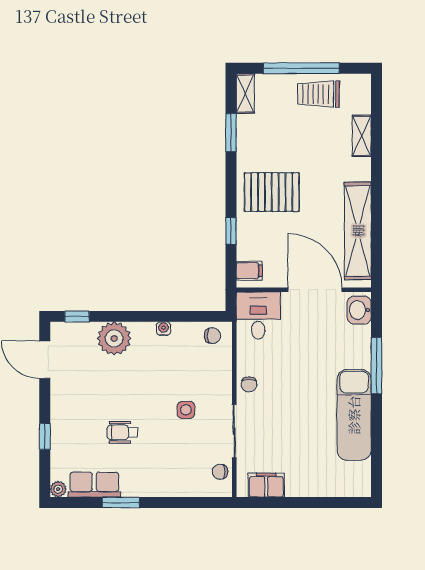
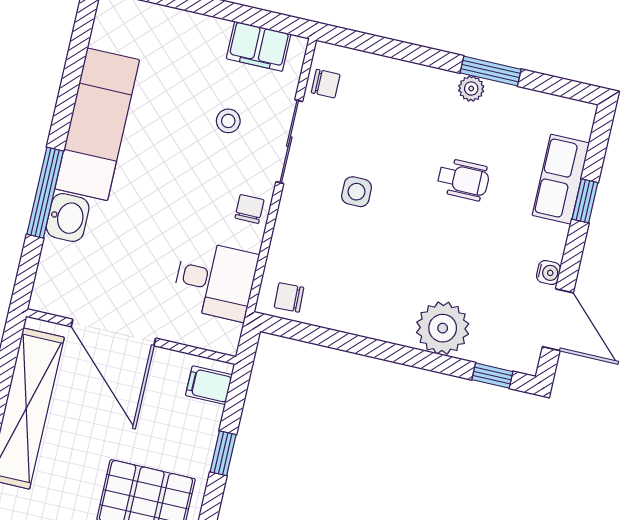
washbasin: (359, 310) -> (68, 218), moved
desk: (258, 315) -> (215, 280), moved, turned -90
water cooler: (163, 329) -> (548, 272), moved, turned -90
stool: (274, 435) -> (228, 121), added
row of seats: (94, 485) -> (561, 179), moved, turned 90
plant: (58, 489) -> (471, 89), moved

